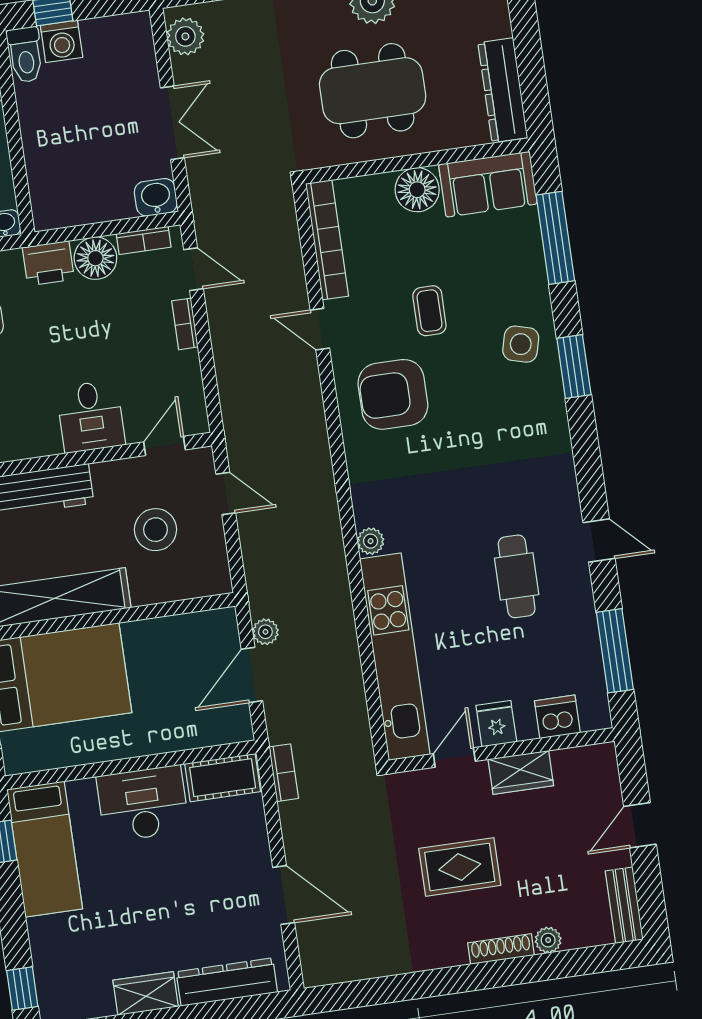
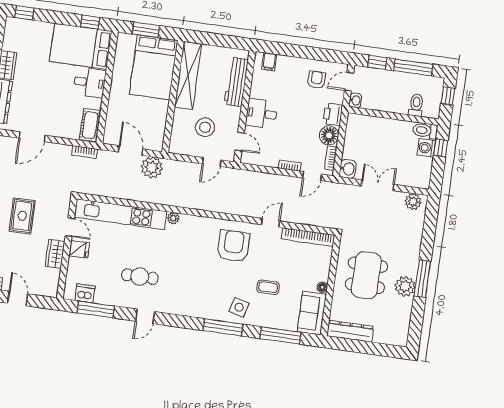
double door: (172, 123) -> (378, 185), swing flipped
floor lamp: (417, 190) -> (322, 287), width x0.53, depth x0.53
coffee table: (429, 311) -> (268, 287), moved
window: (574, 367) -> (223, 327), width x1.44
plant: (265, 632) -> (152, 168), width x1.88, depth x1.88
dishwasher: (557, 717) -> (85, 293), moved, turned -90
desk: (143, 804) -> (90, 82), width x0.73
bed: (45, 849) -> (81, 46), width x1.50

